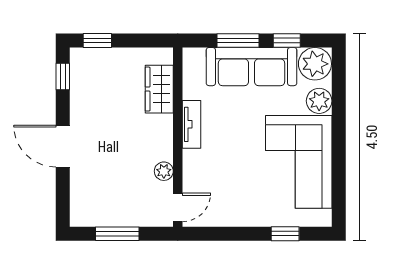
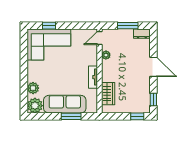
window: (287, 40) -> (48, 116), removed
corner sofa: (299, 162) -> (49, 45), moved, turned 90
dresser: (87, 217) -> (142, 34), added

